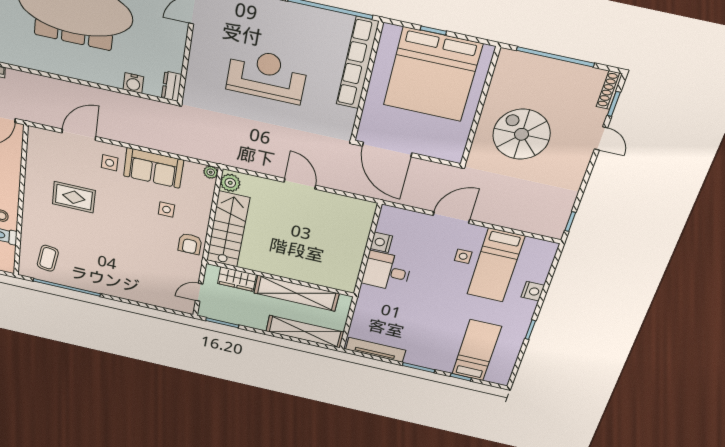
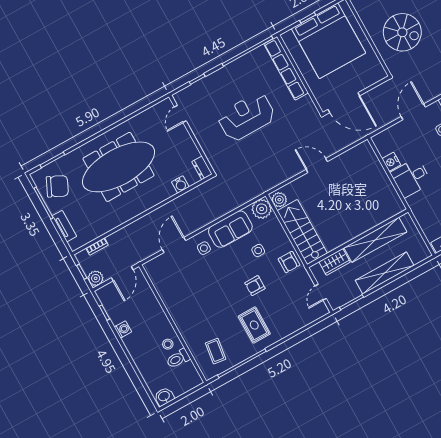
spiral stairs: (522, 134) -> (402, 32), turned 180
plant: (211, 172) -> (262, 209), width x1.88, depth x1.88
rug: (74, 197) -> (254, 325), moved, turned 90
armchair: (136, 236) -> (255, 286), added
shelving: (305, 332) -> (385, 273), moved

